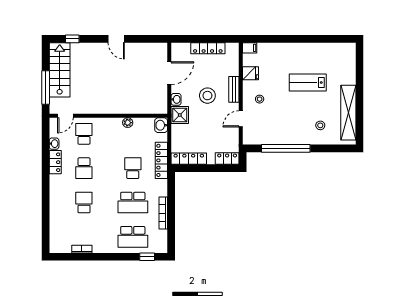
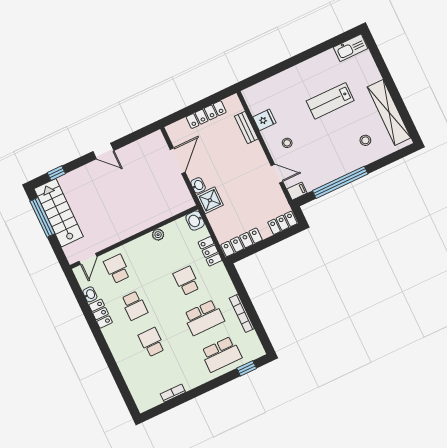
filing cabinet: (250, 48) -> (297, 191), moved
kitchen sink: (342, 49) -> (351, 48), added
window: (46, 88) -> (42, 217), moved
bench: (234, 89) -> (246, 128), moved
stool: (207, 96) -> (230, 165), removed
door: (241, 119) -> (277, 174), swing flipped
locker: (161, 160) -> (210, 251), width x0.66

